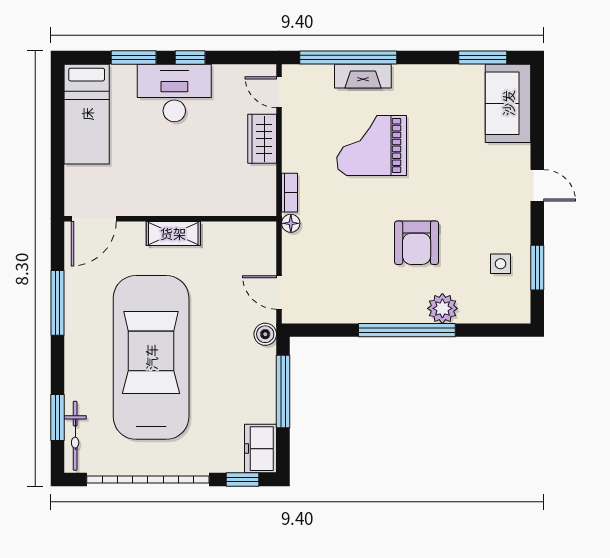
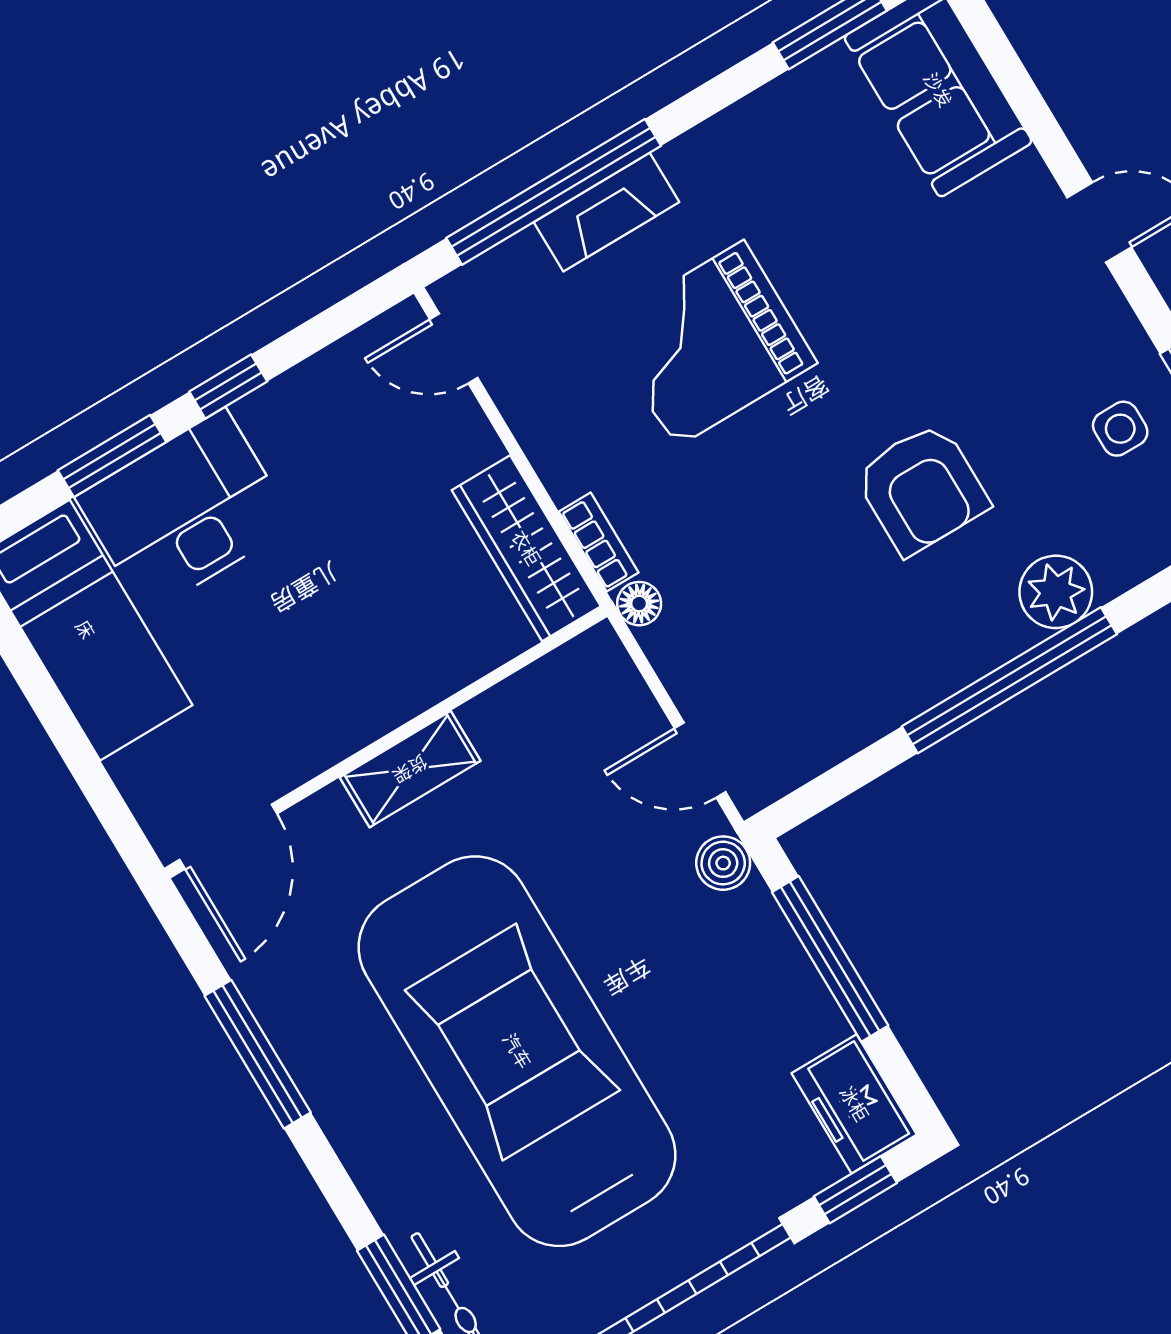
desk: (174, 93) -> (185, 511), moved
wardrobe: (262, 139) -> (526, 548), moved, width x1.50

